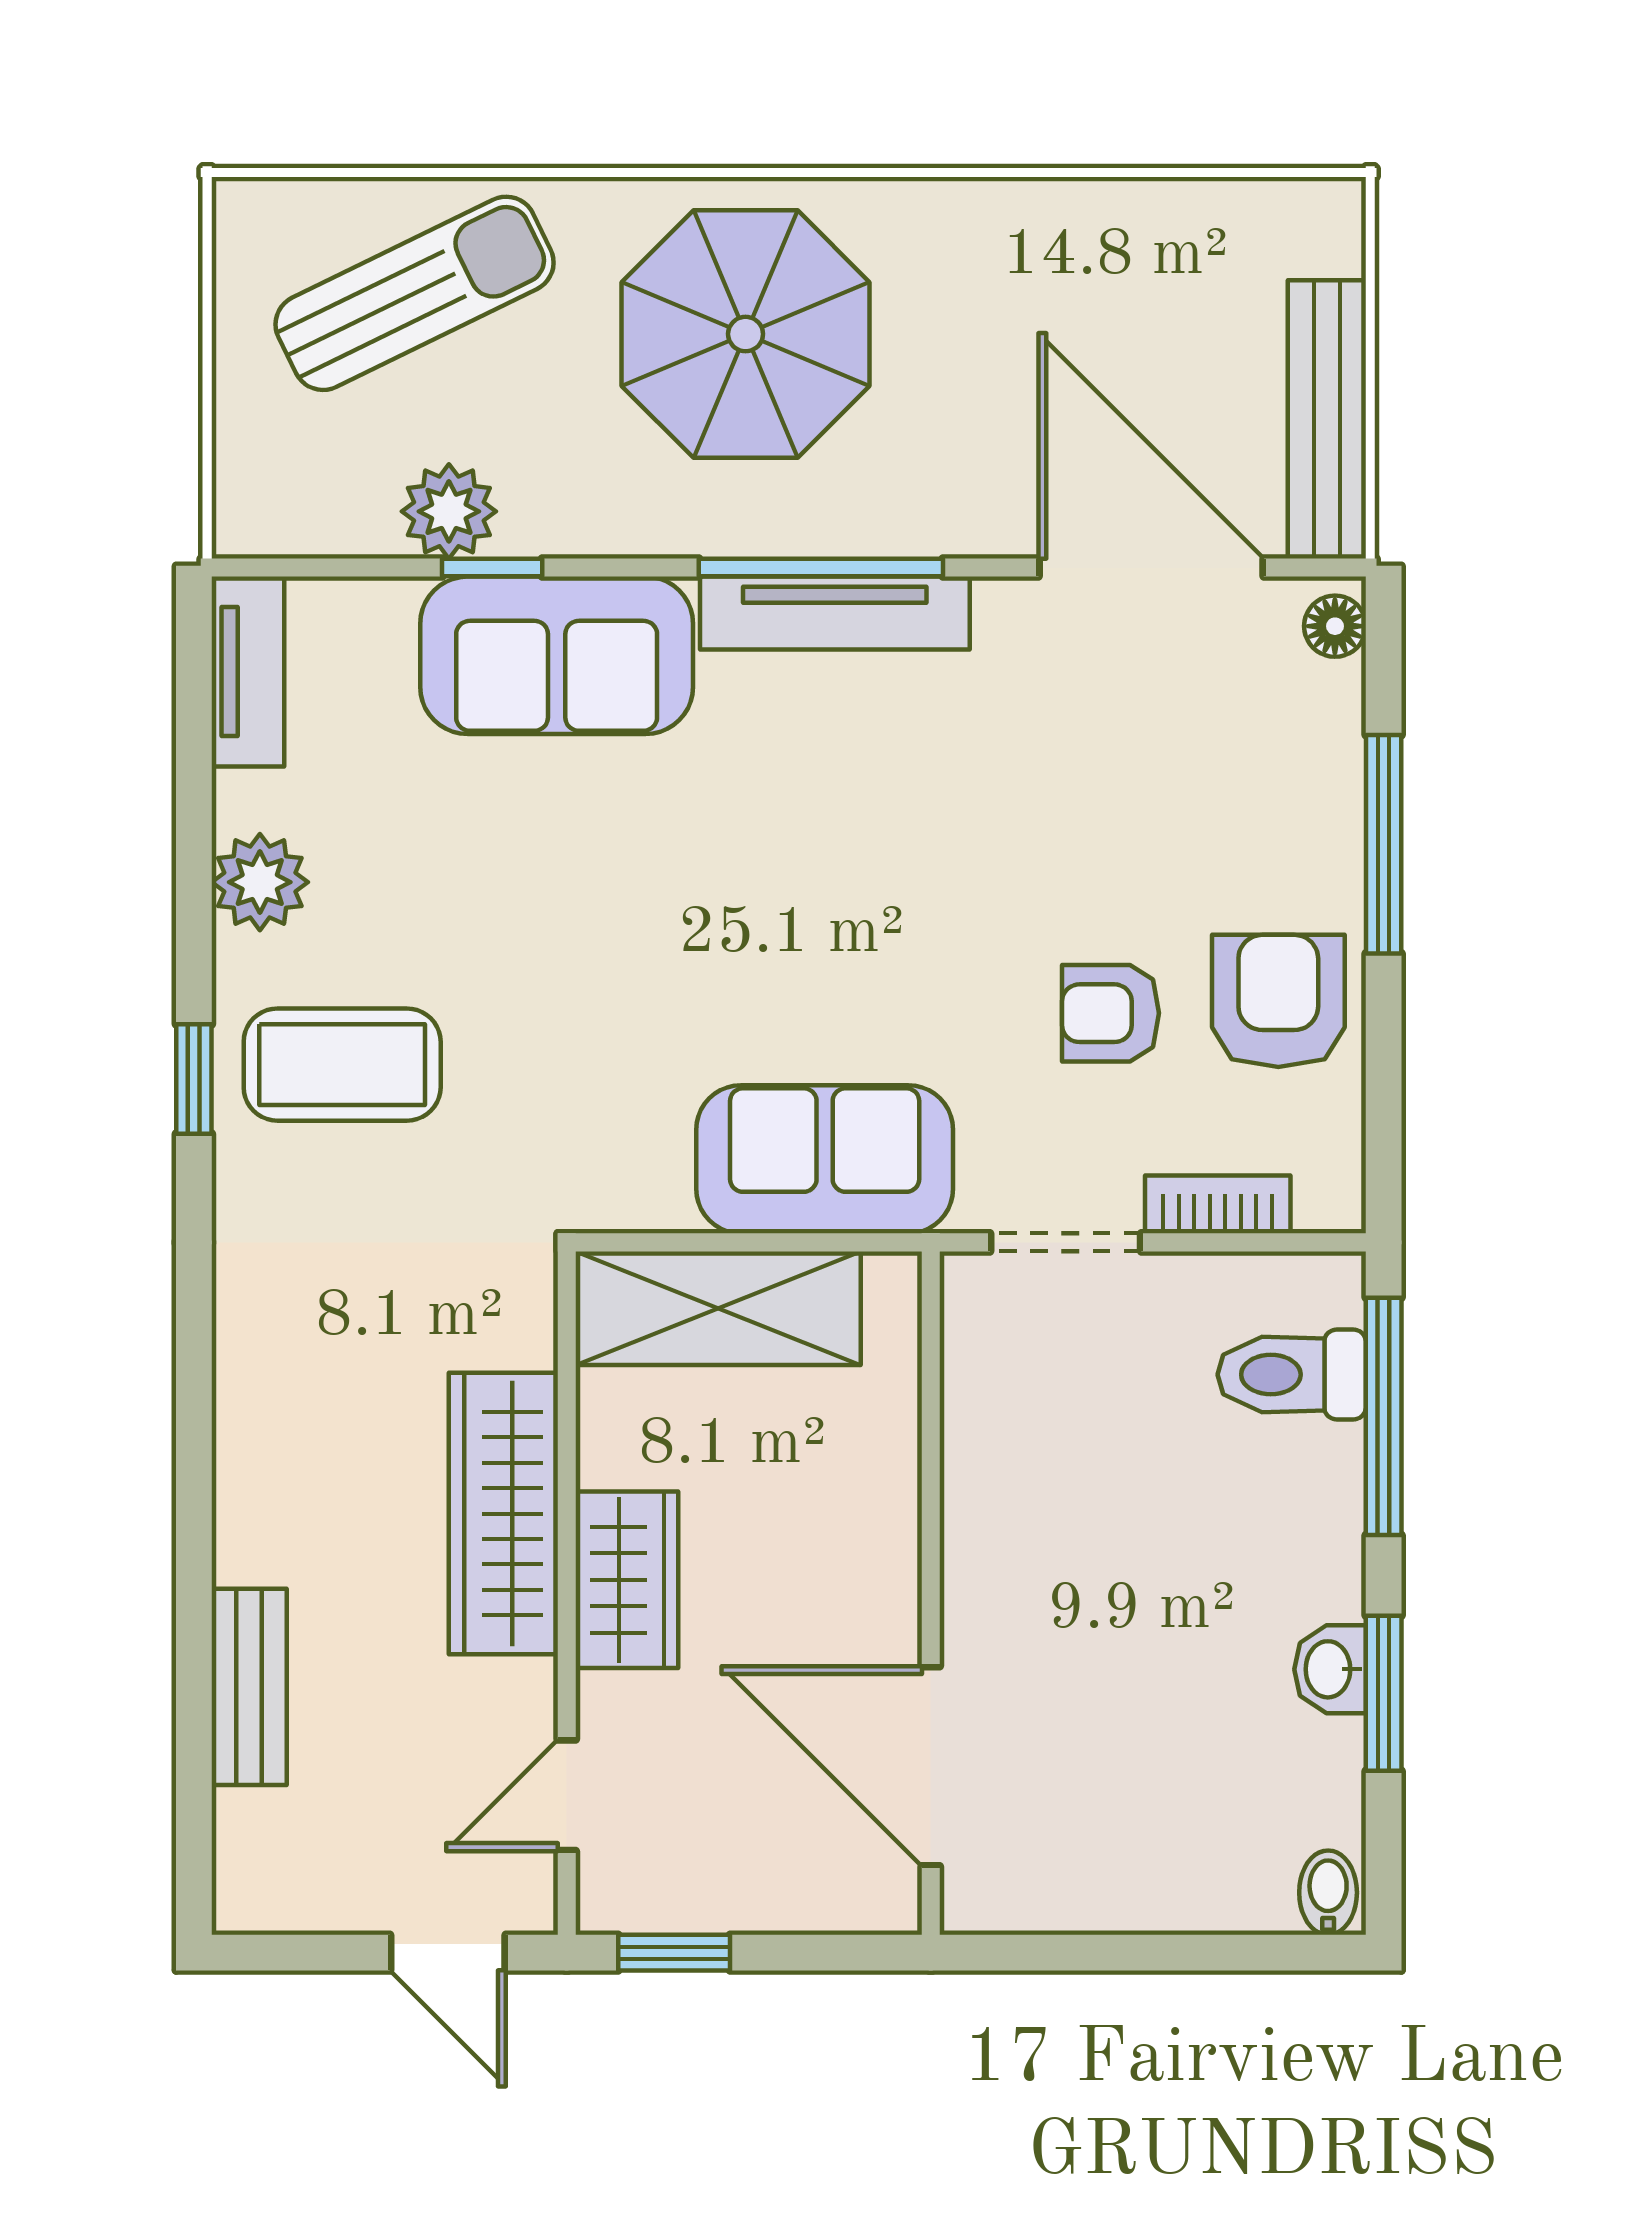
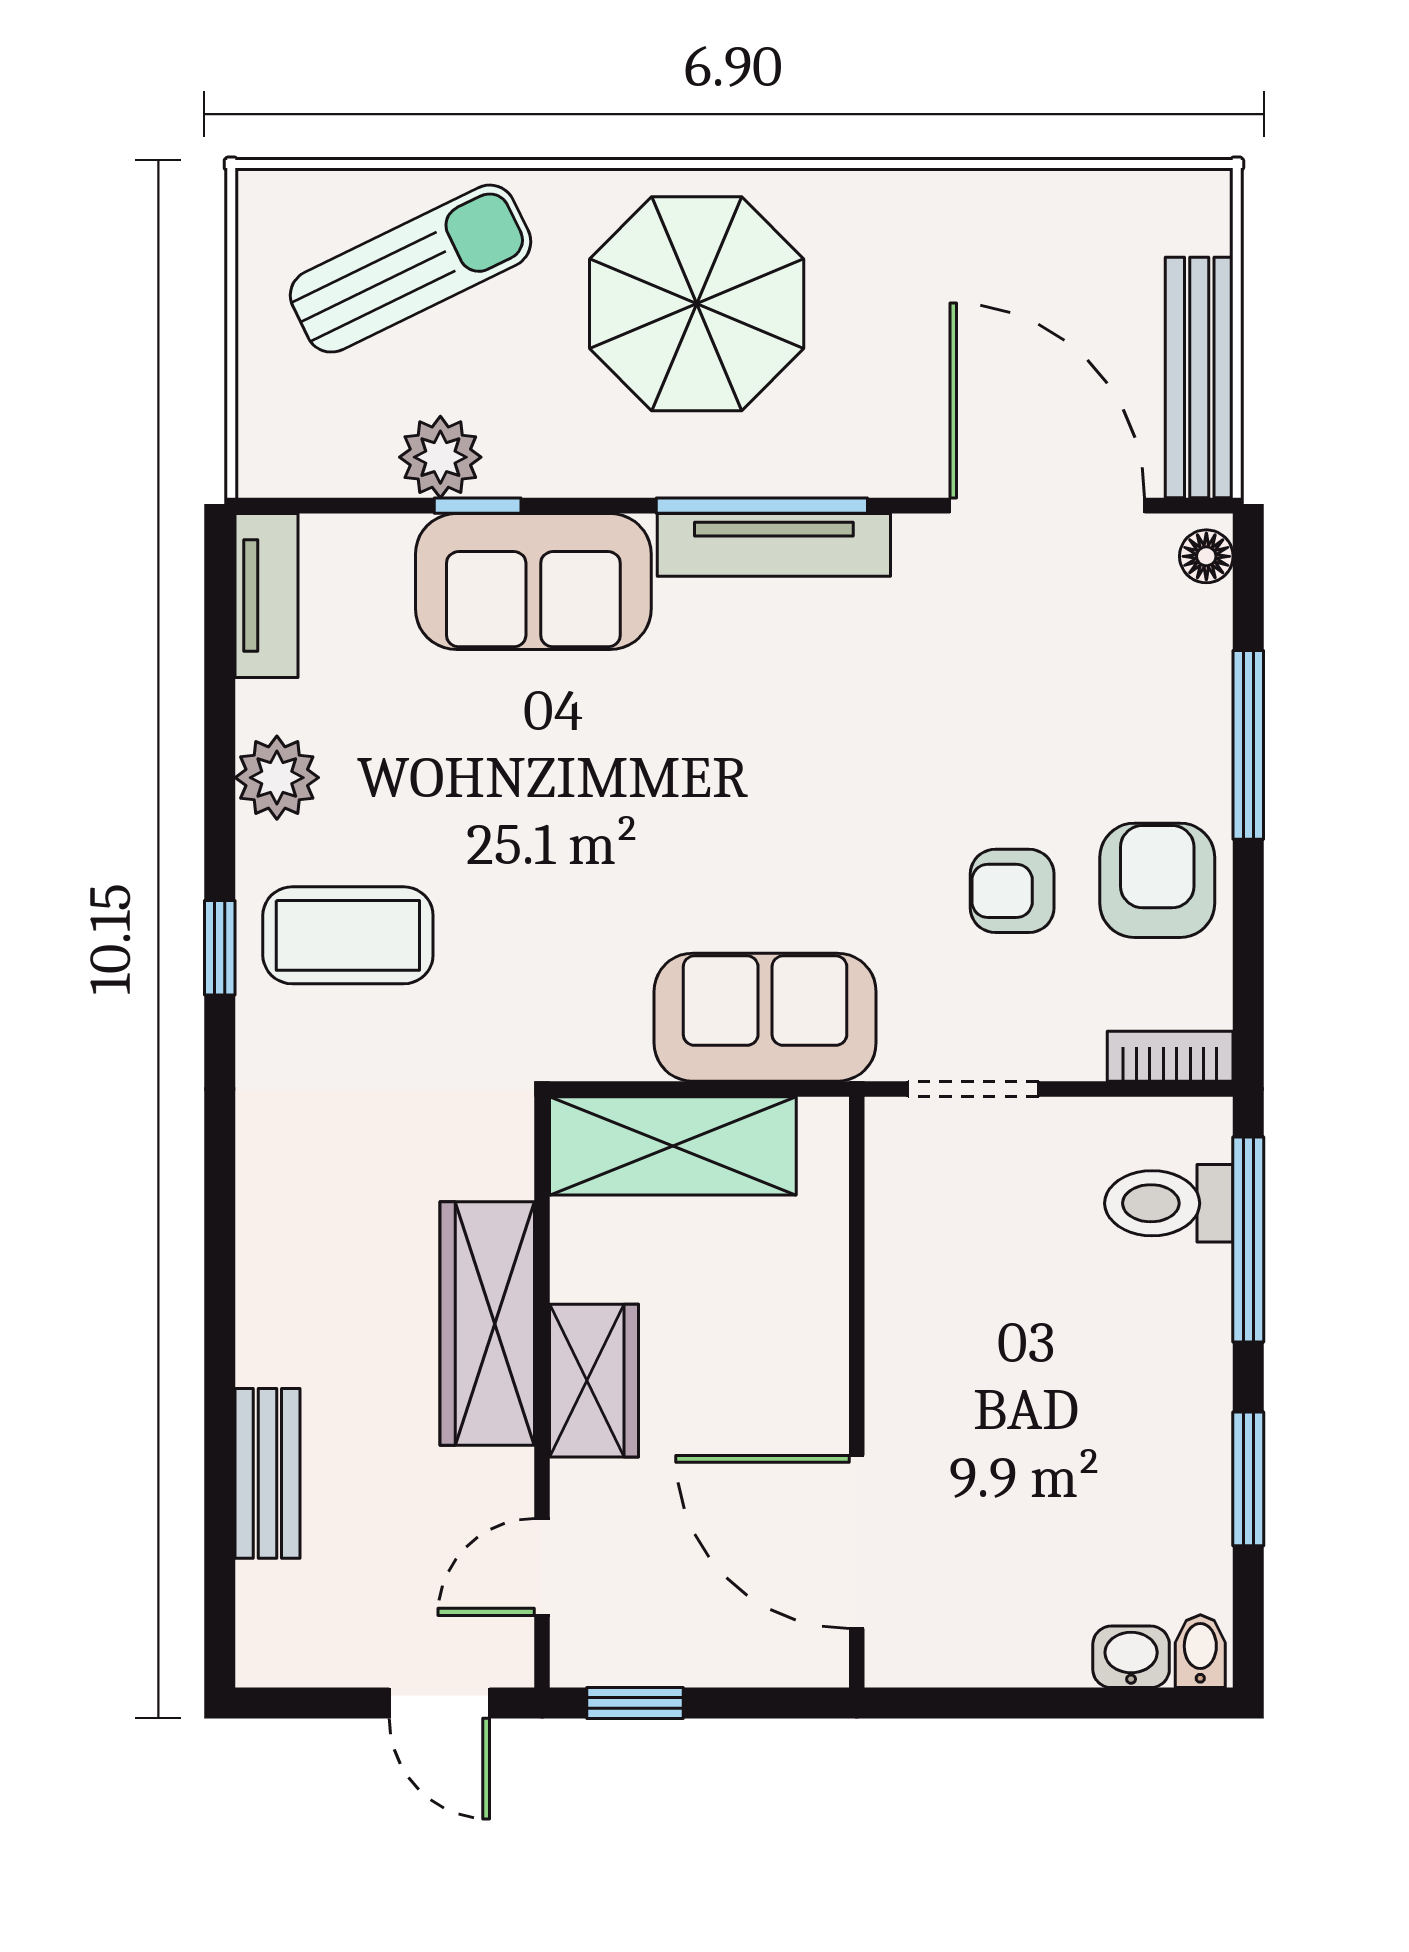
bookcase: (1218, 1204) -> (1170, 1056), moved
washbasin: (1330, 1669) -> (1131, 1657), moved, turned 90

